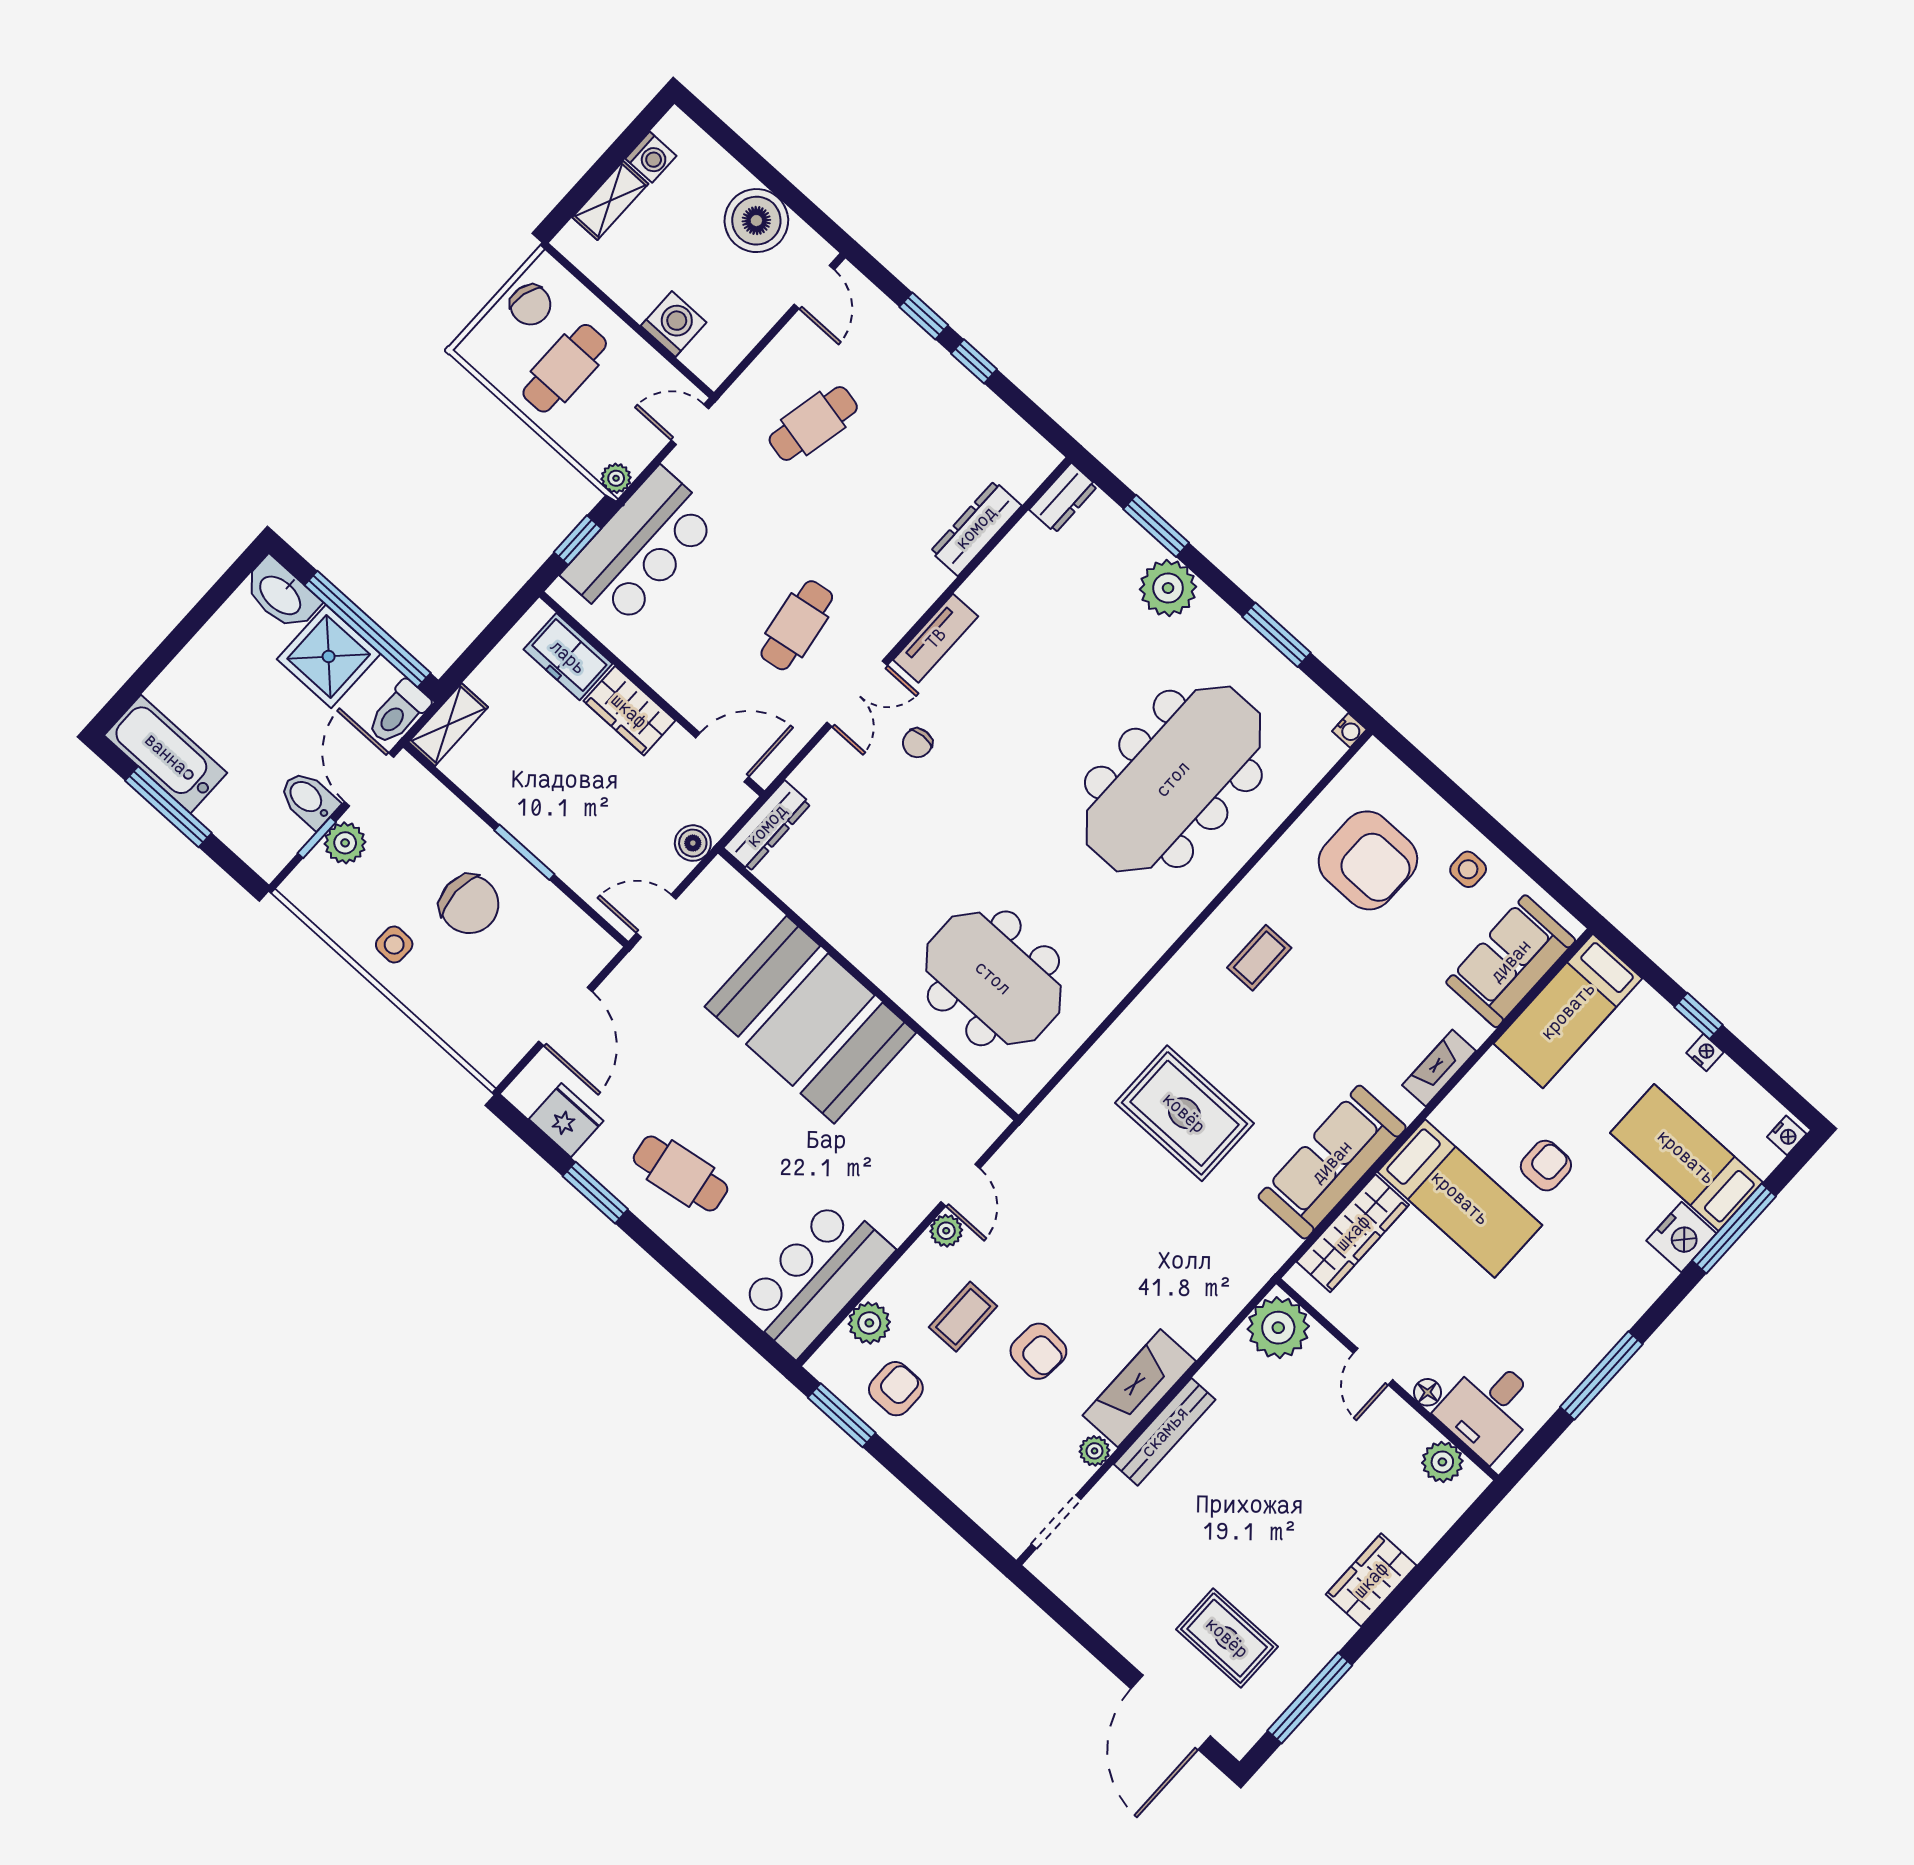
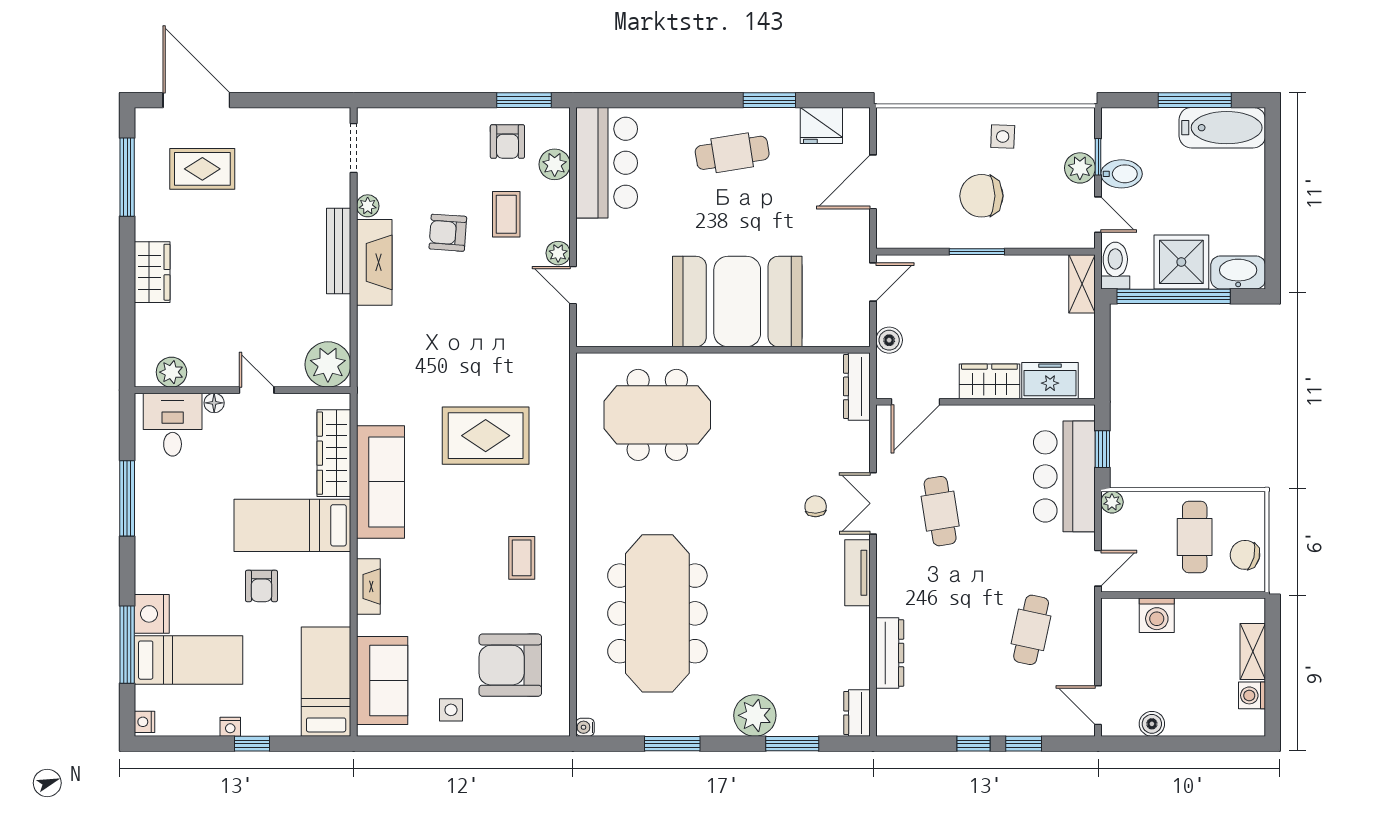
boiler: (756, 221) -> (1152, 724), width x0.54, depth x0.54
door: (369, 780) -> (1098, 215), width x0.73
door: (565, 1017) -> (873, 182), hinge flipped

